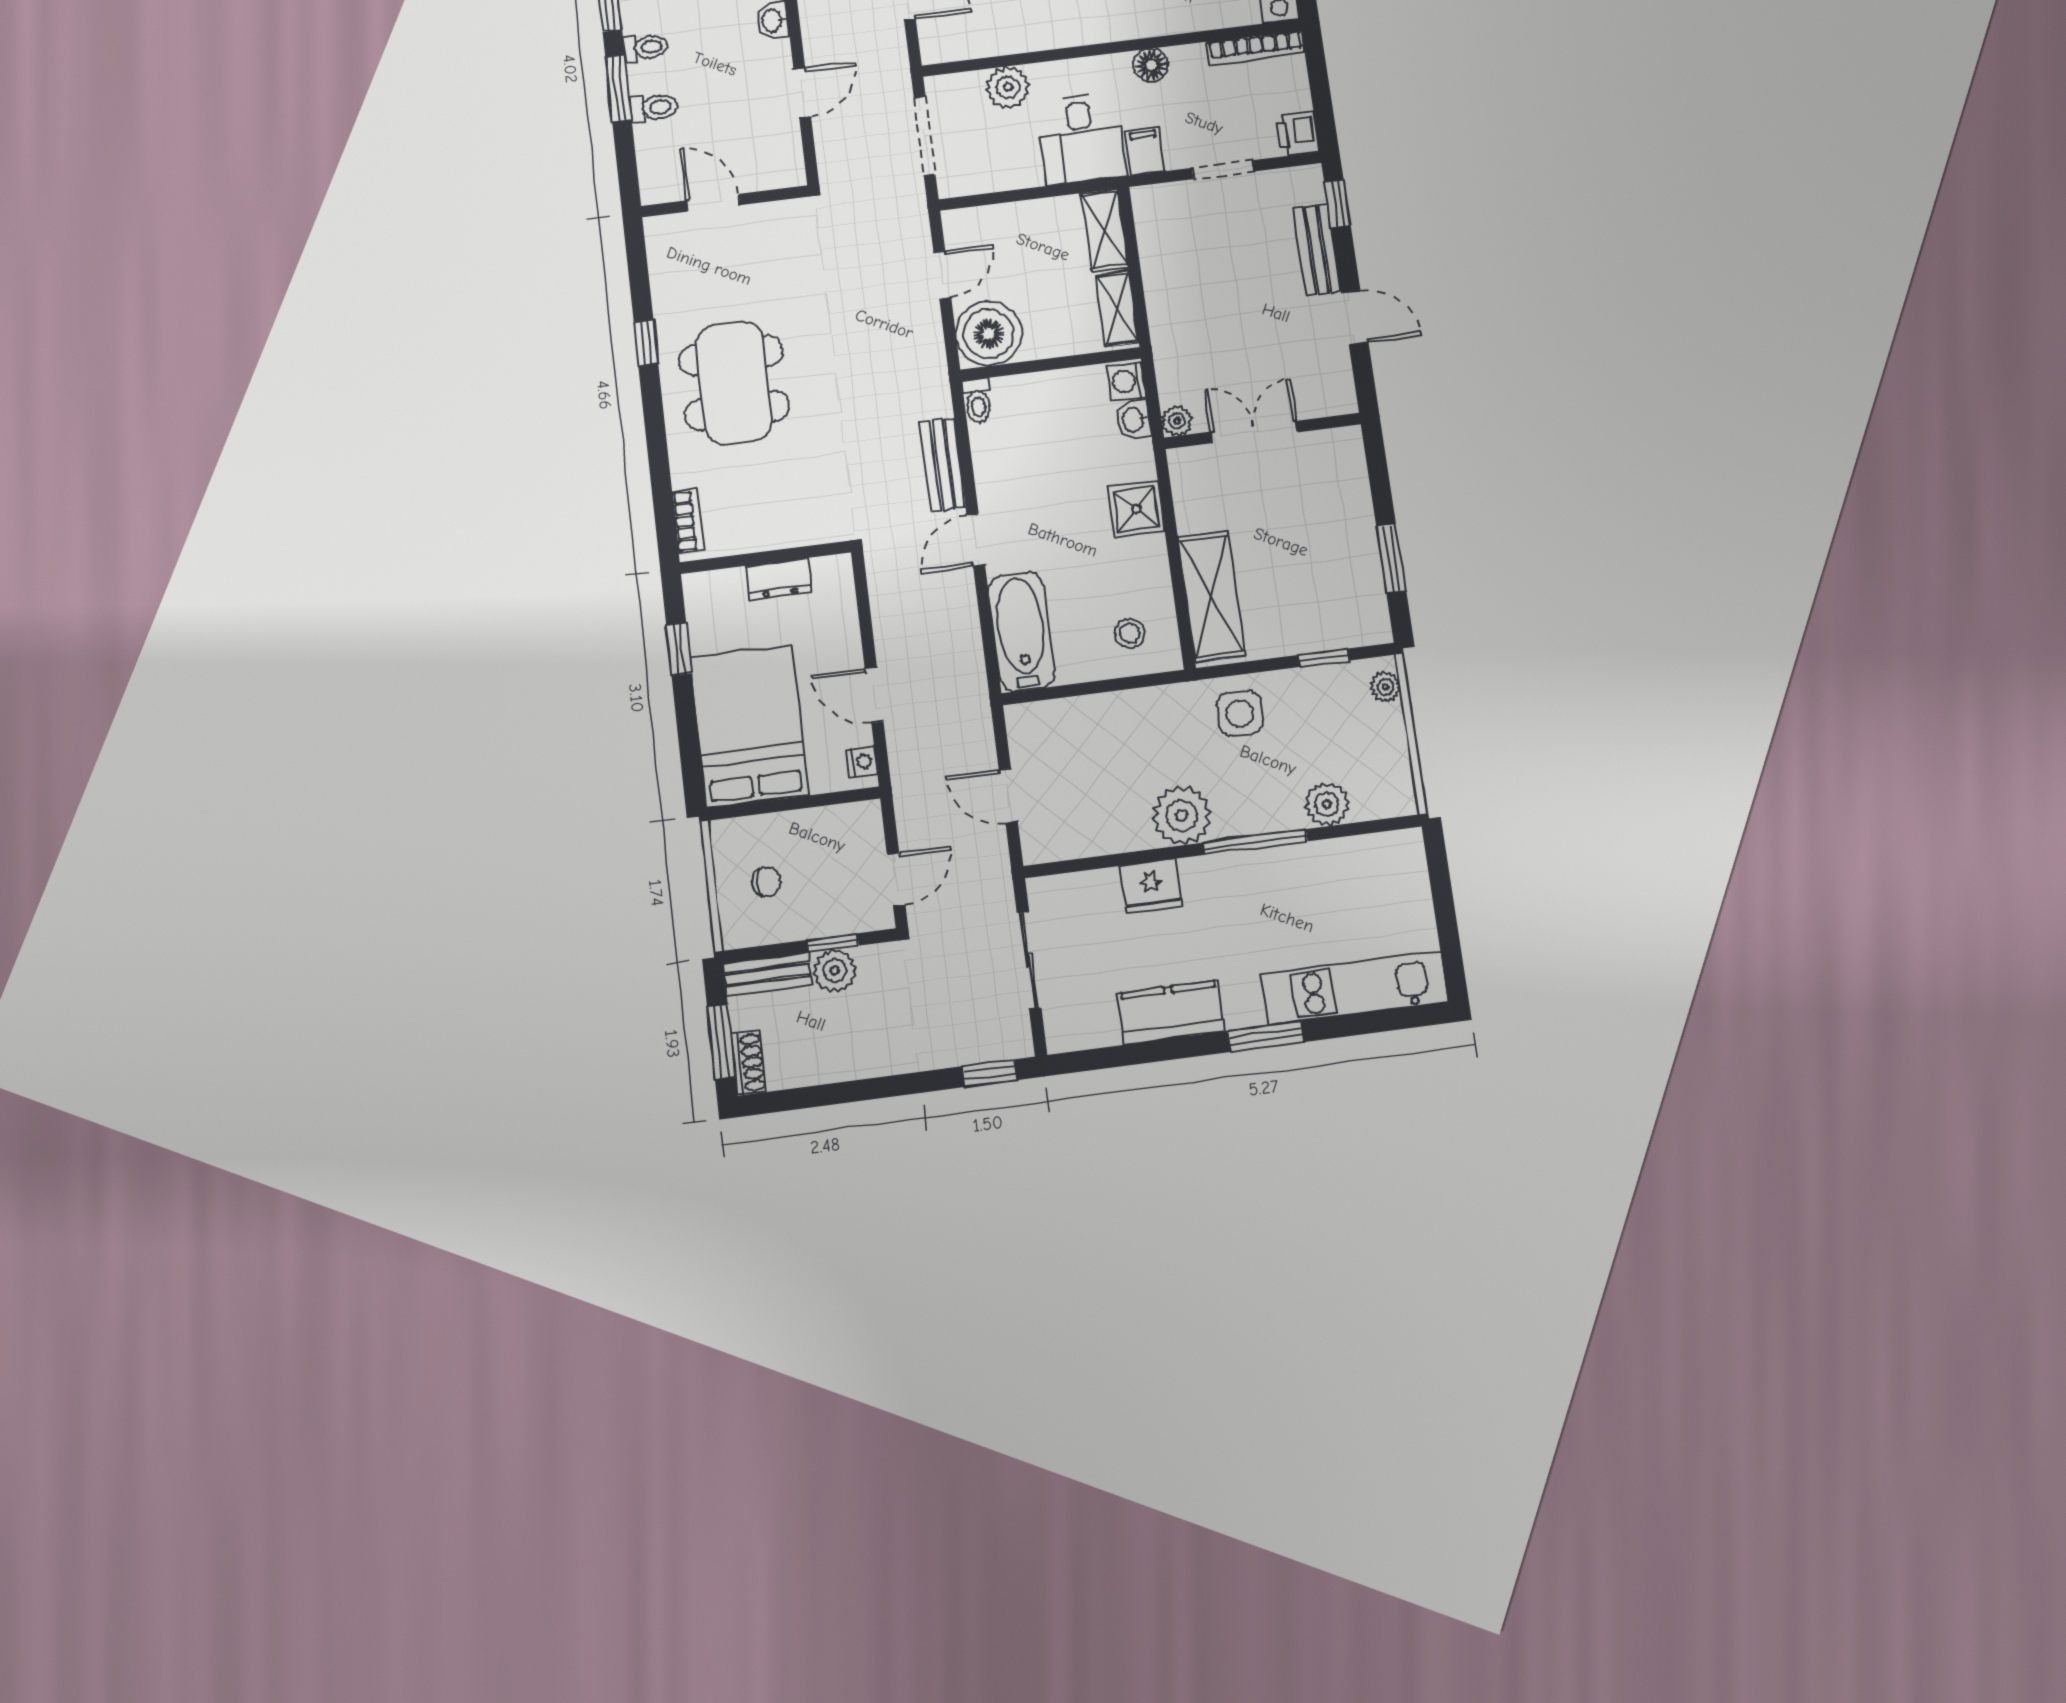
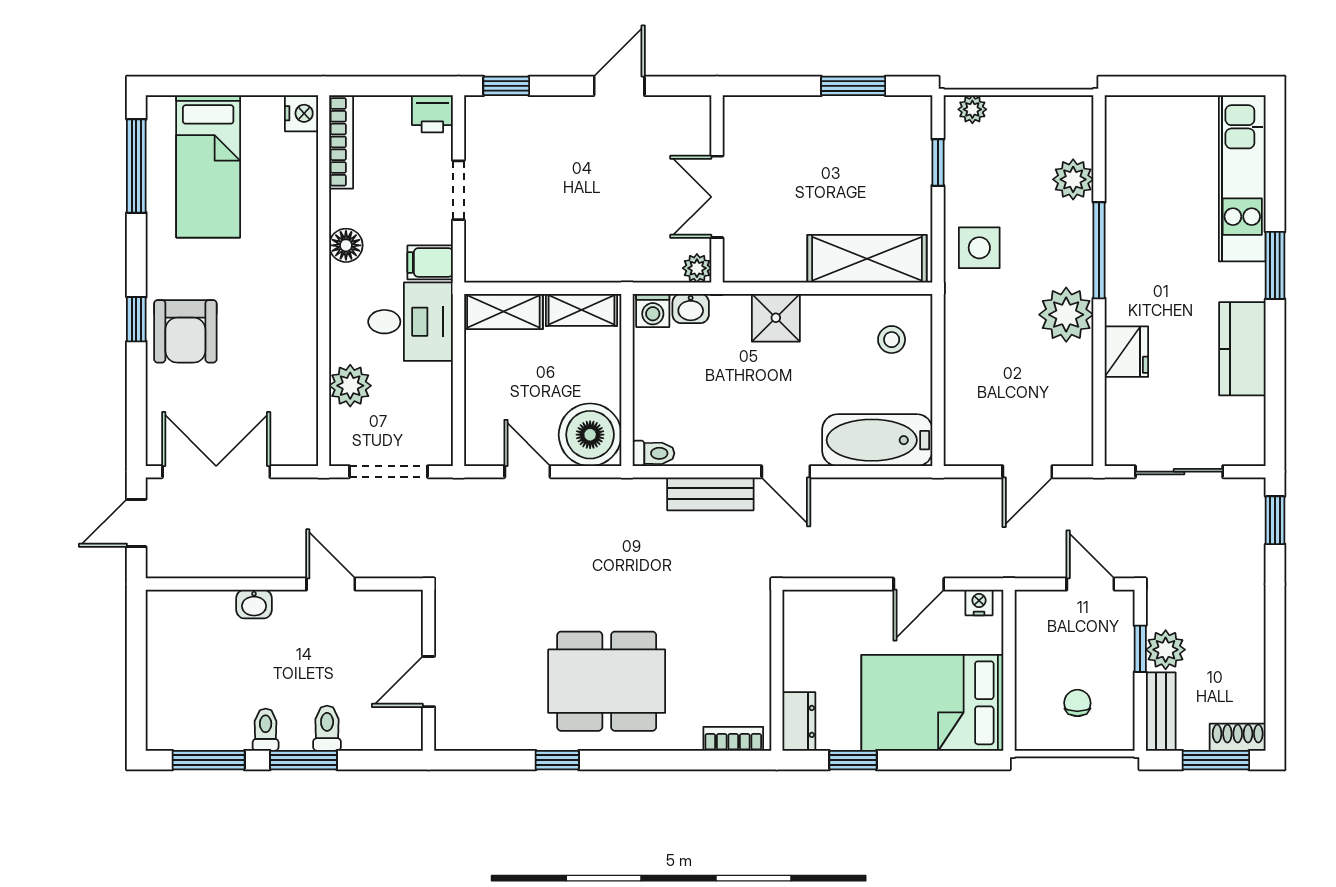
bench: (1317, 249) -> (548, 112), removed
dresser: (779, 579) -> (799, 721), moved

